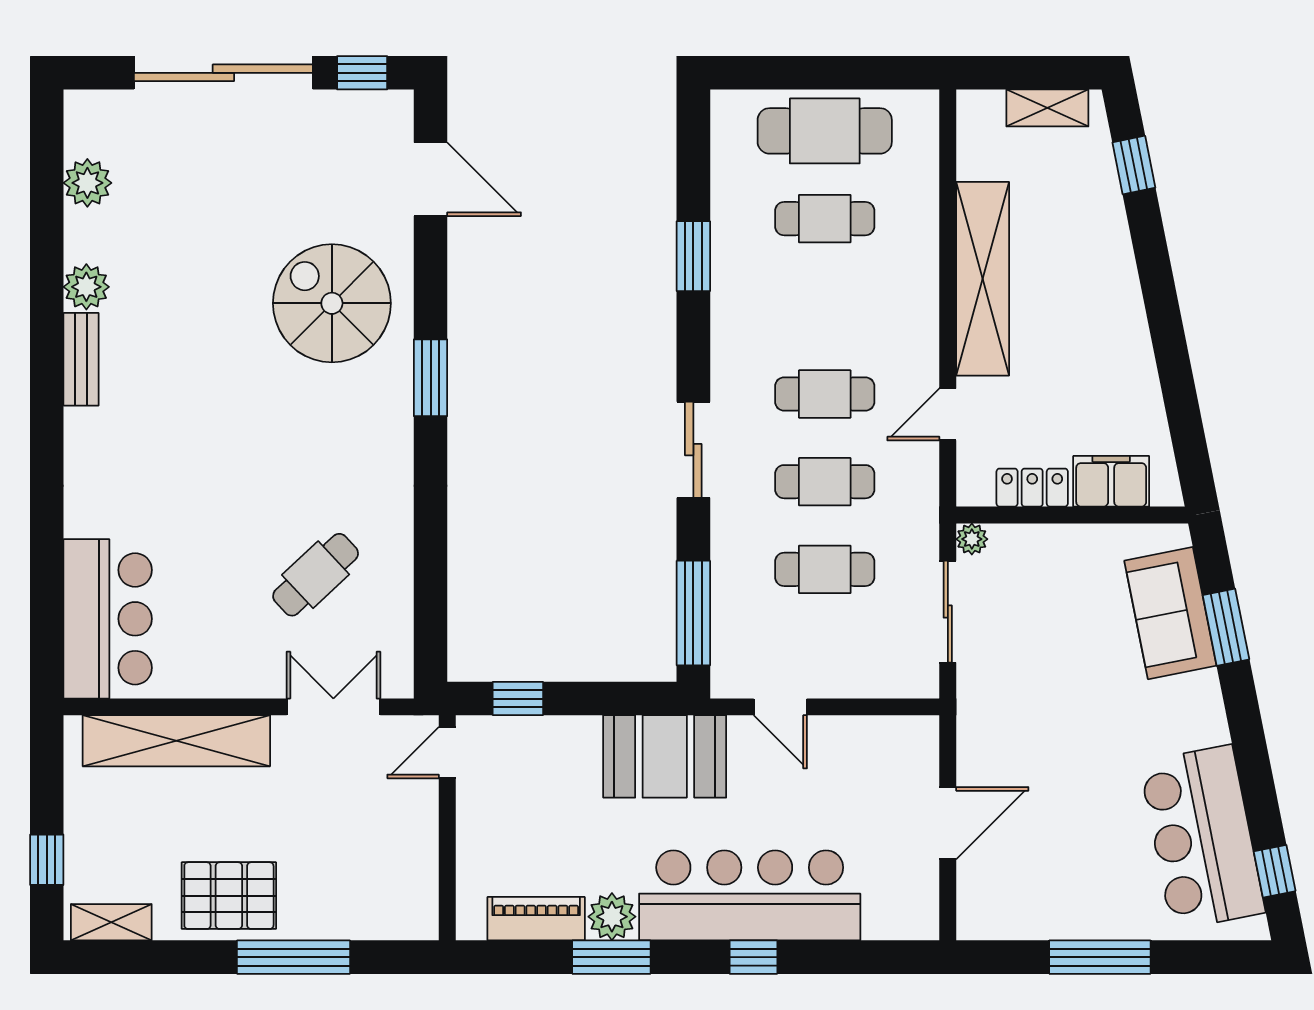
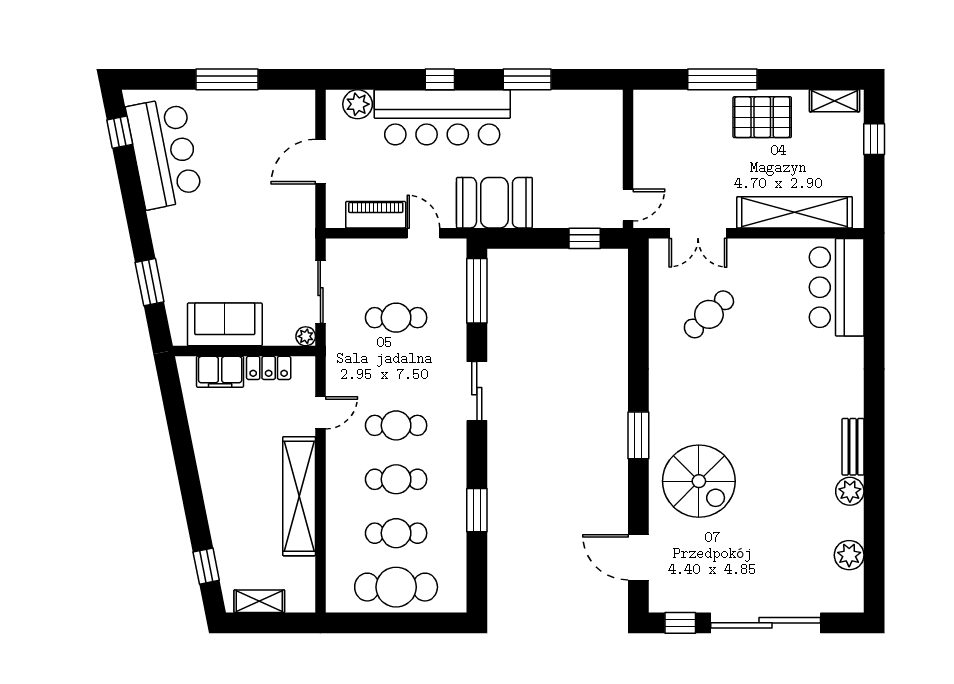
cafe table: (825, 482) -> (396, 479), moved
sofa: (1170, 613) -> (225, 324), moved, turned -79
plant: (612, 917) -> (358, 104), moved
piano: (536, 919) -> (376, 215), moved, turned 180

